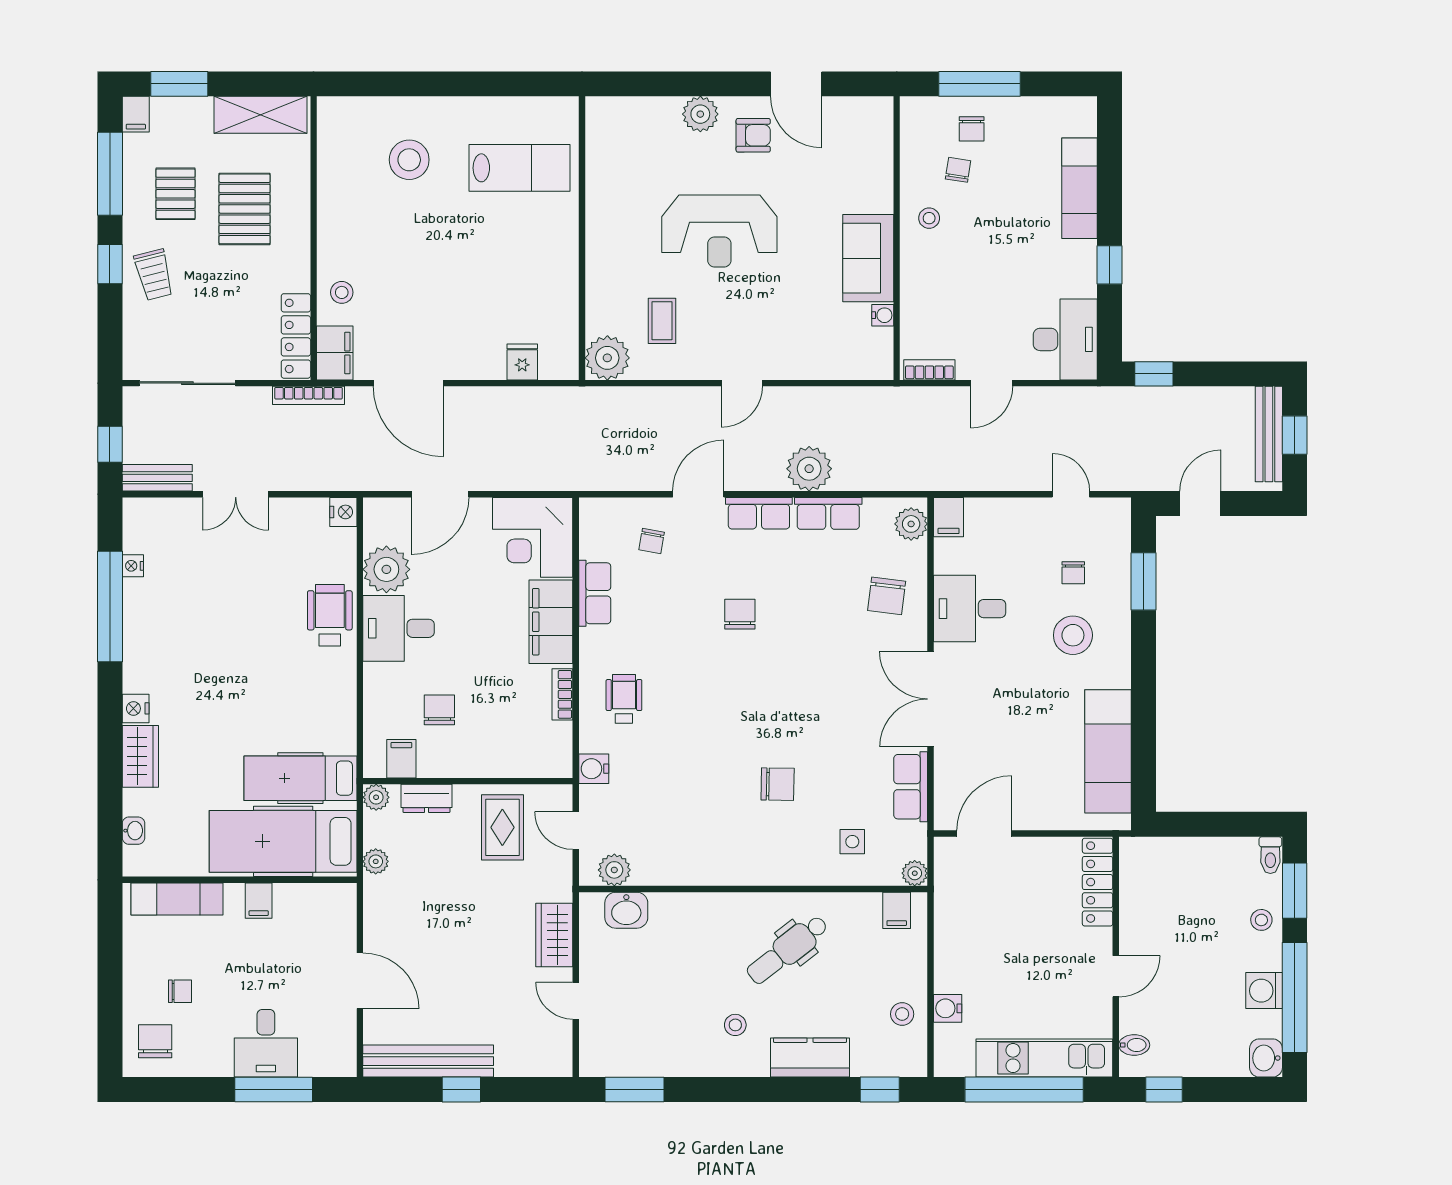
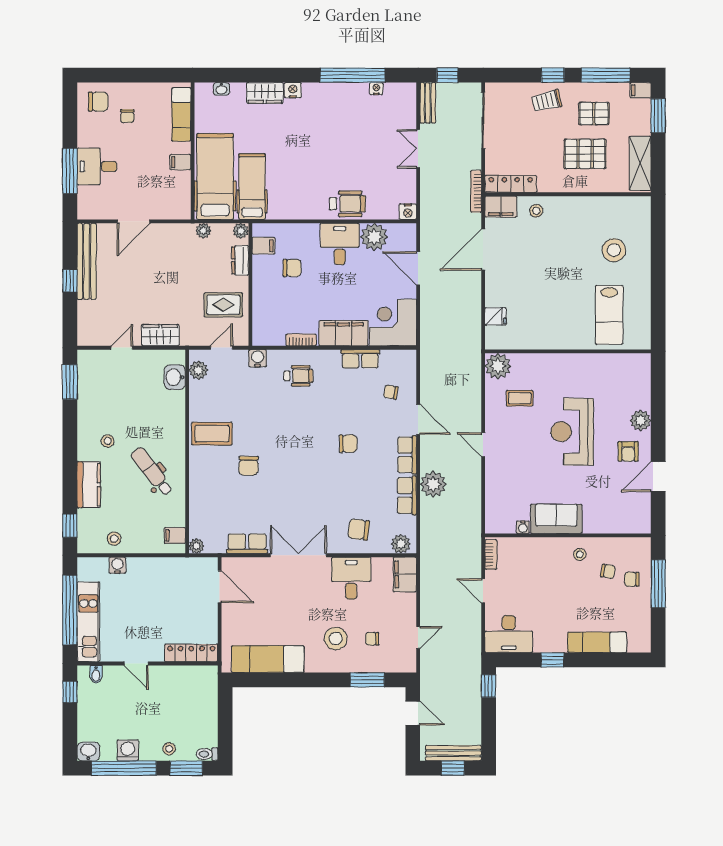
filing cabinet: (949, 517) -> (405, 574), width x2.00
side table: (852, 842) -> (215, 509), removed
coffee table: (723, 847) -> (212, 434), added

